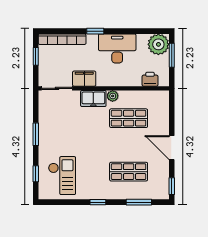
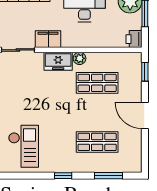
printer: (150, 79) -> (134, 39), moved, turned -90
window: (172, 186) -> (145, 72), moved

